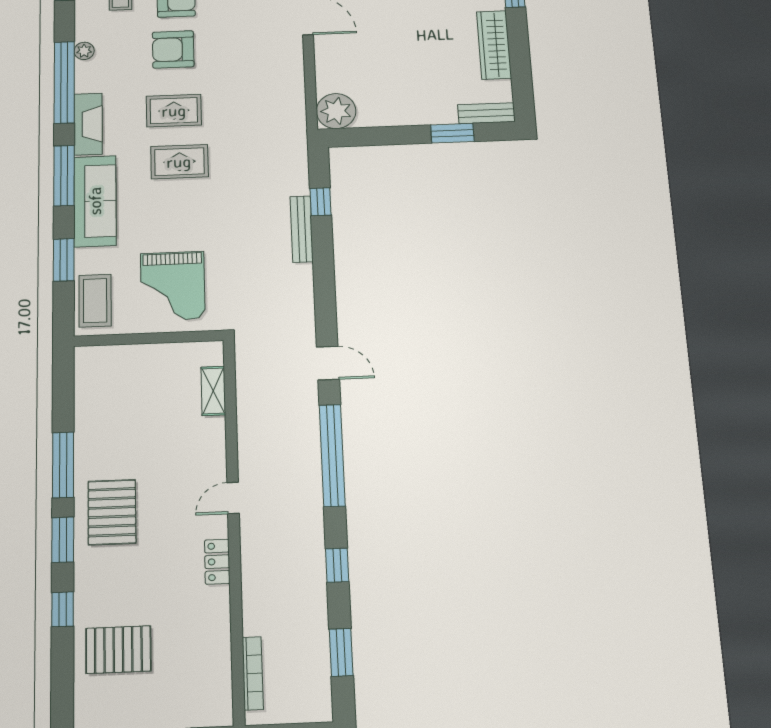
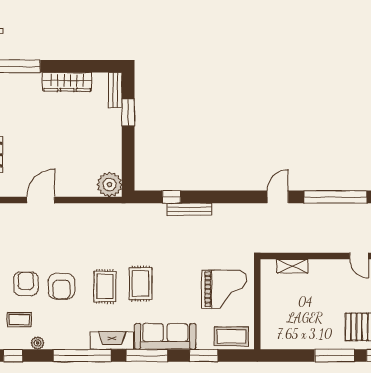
plant: (84, 51) -> (38, 343), moved

